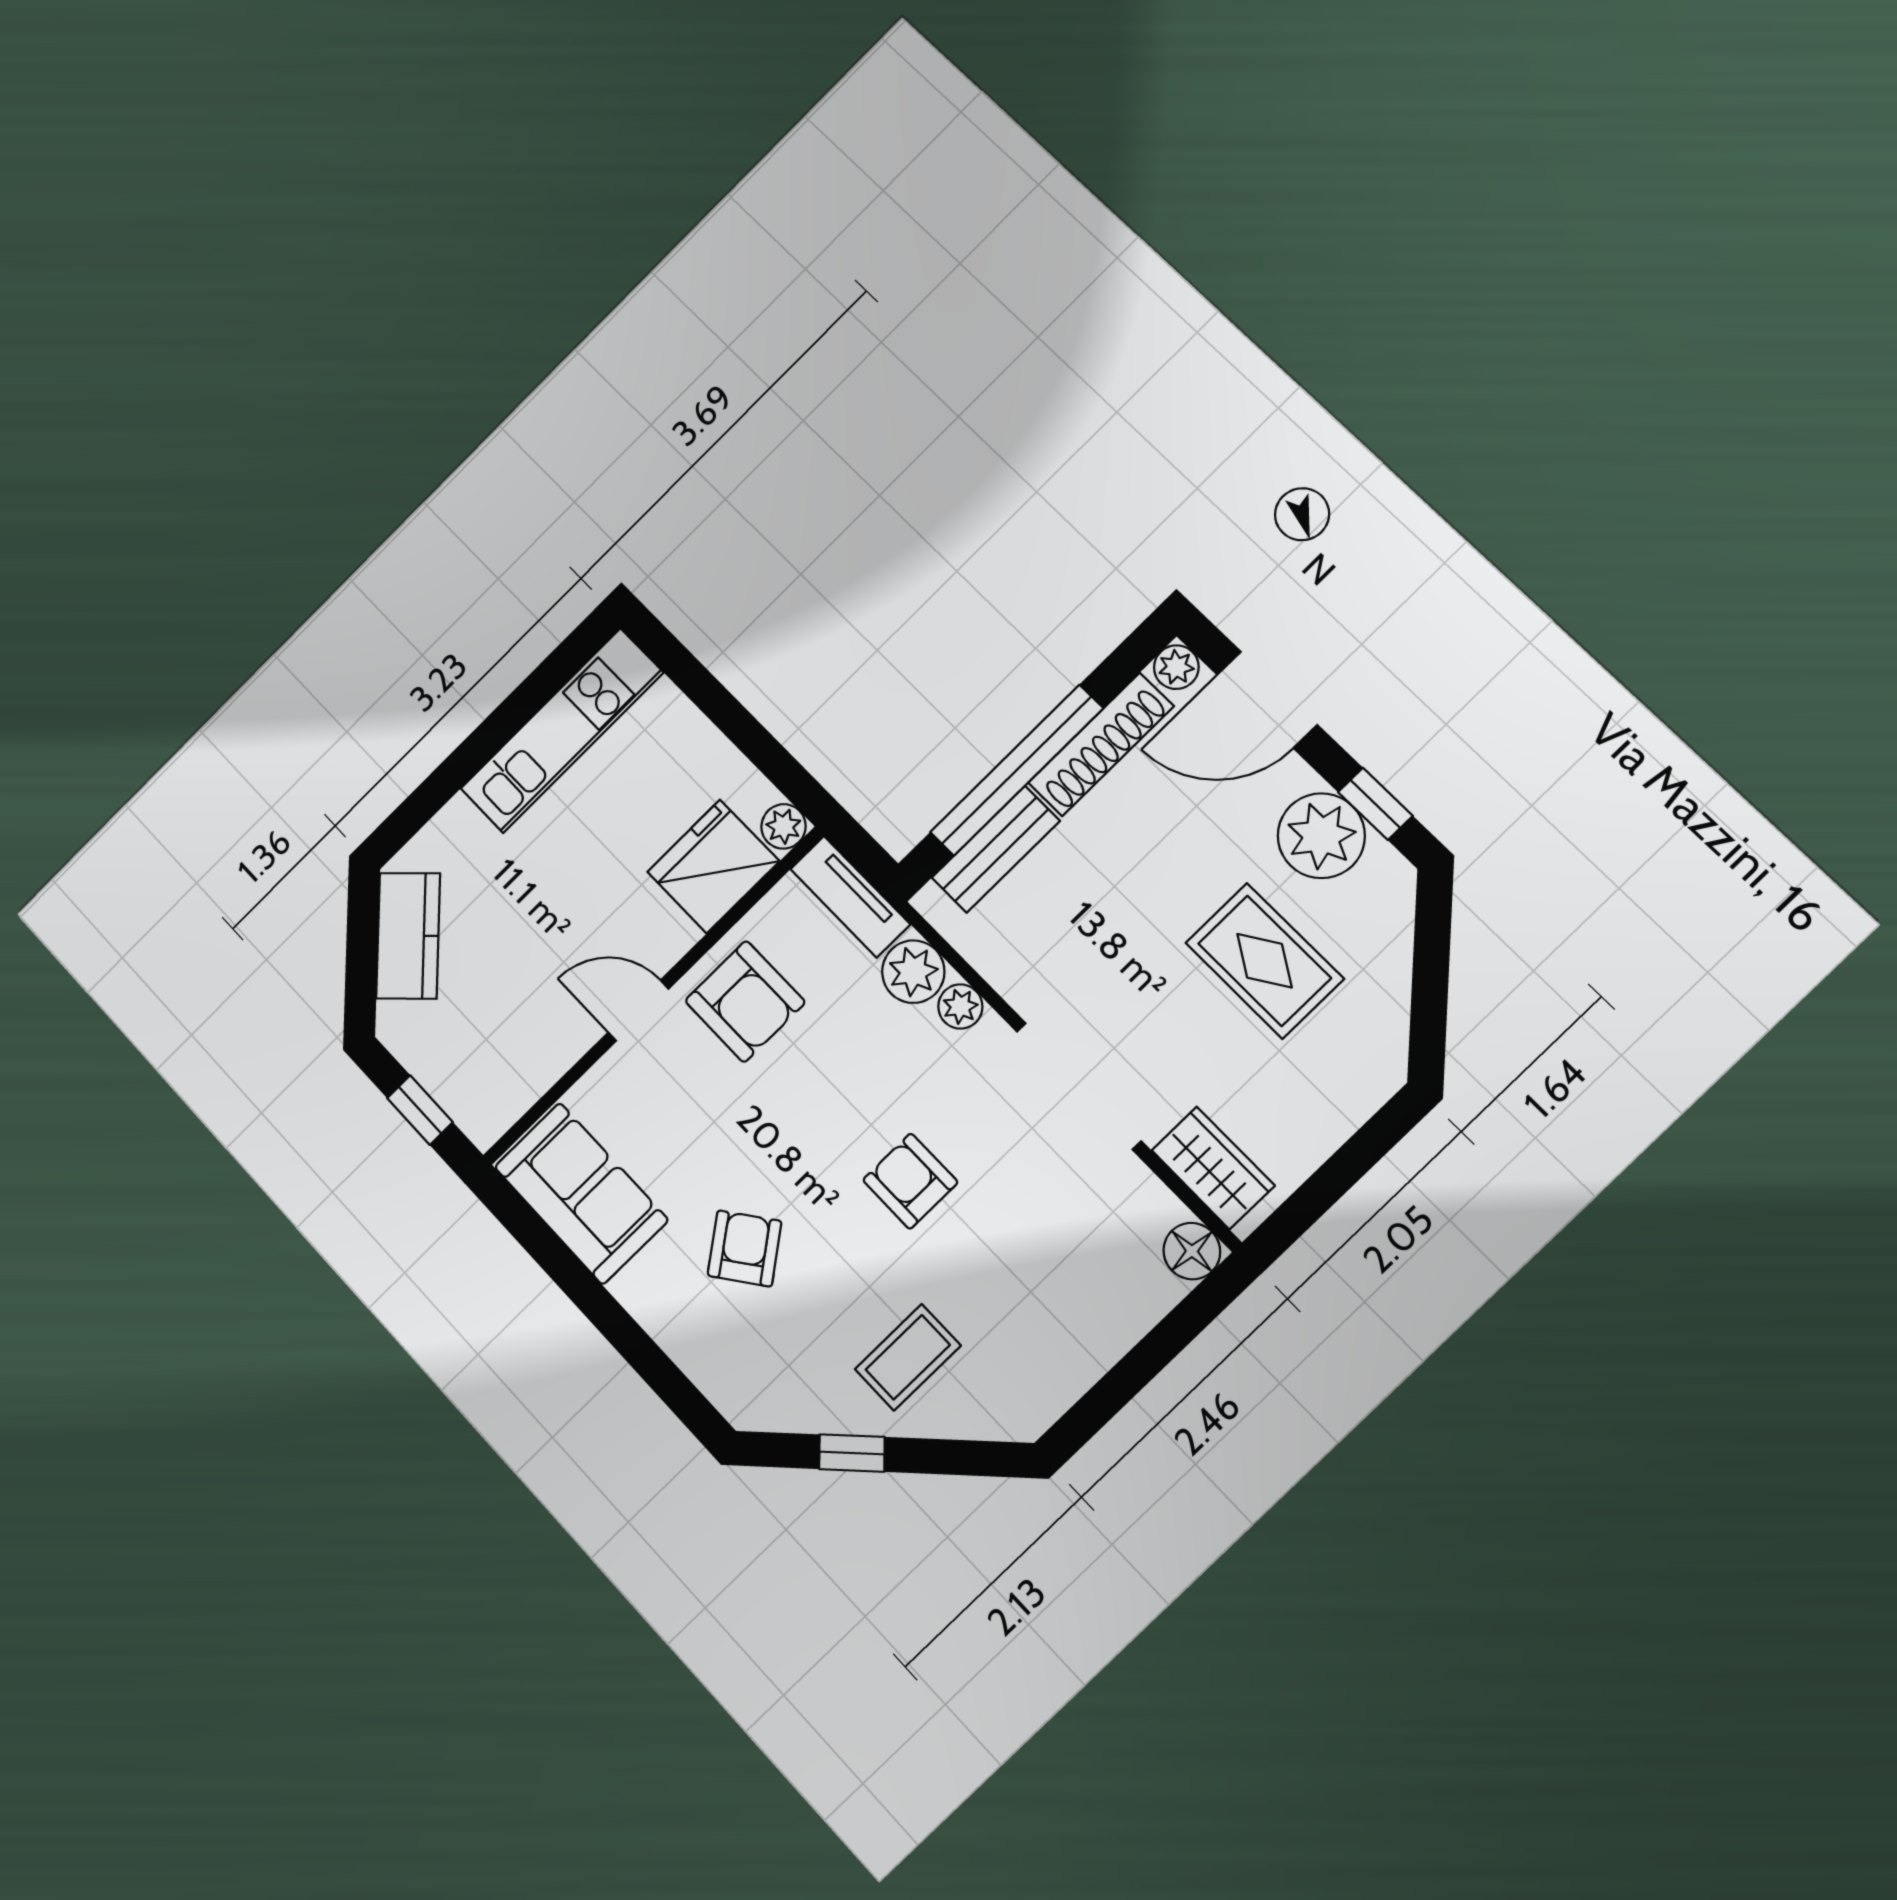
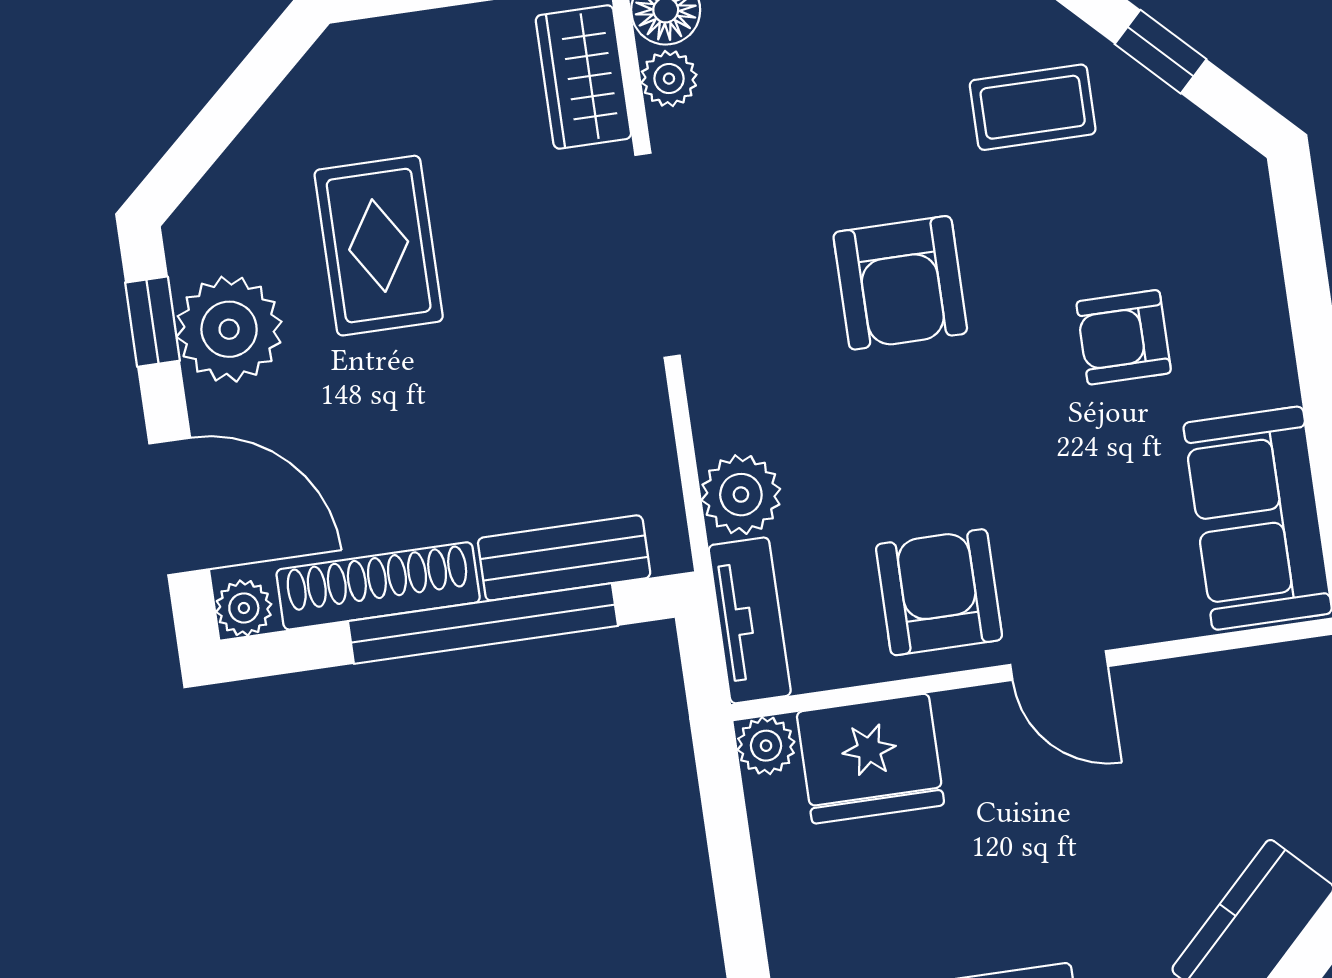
plant: (960, 1007) -> (669, 79), moved
armchair: (910, 1181) -> (900, 283), width x1.38, depth x1.38
armchair: (745, 1248) -> (1124, 337), turned 37

